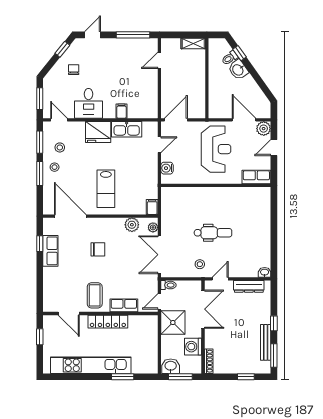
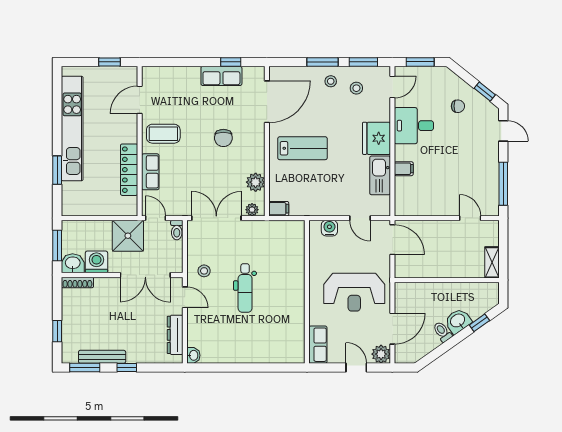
toilet: (230, 58) -> (442, 332), moved
lab bench: (106, 189) -> (302, 148), turned 180
locker: (108, 322) -> (129, 170), moved
washbasin: (171, 366) -> (73, 263), moved, turned -90

